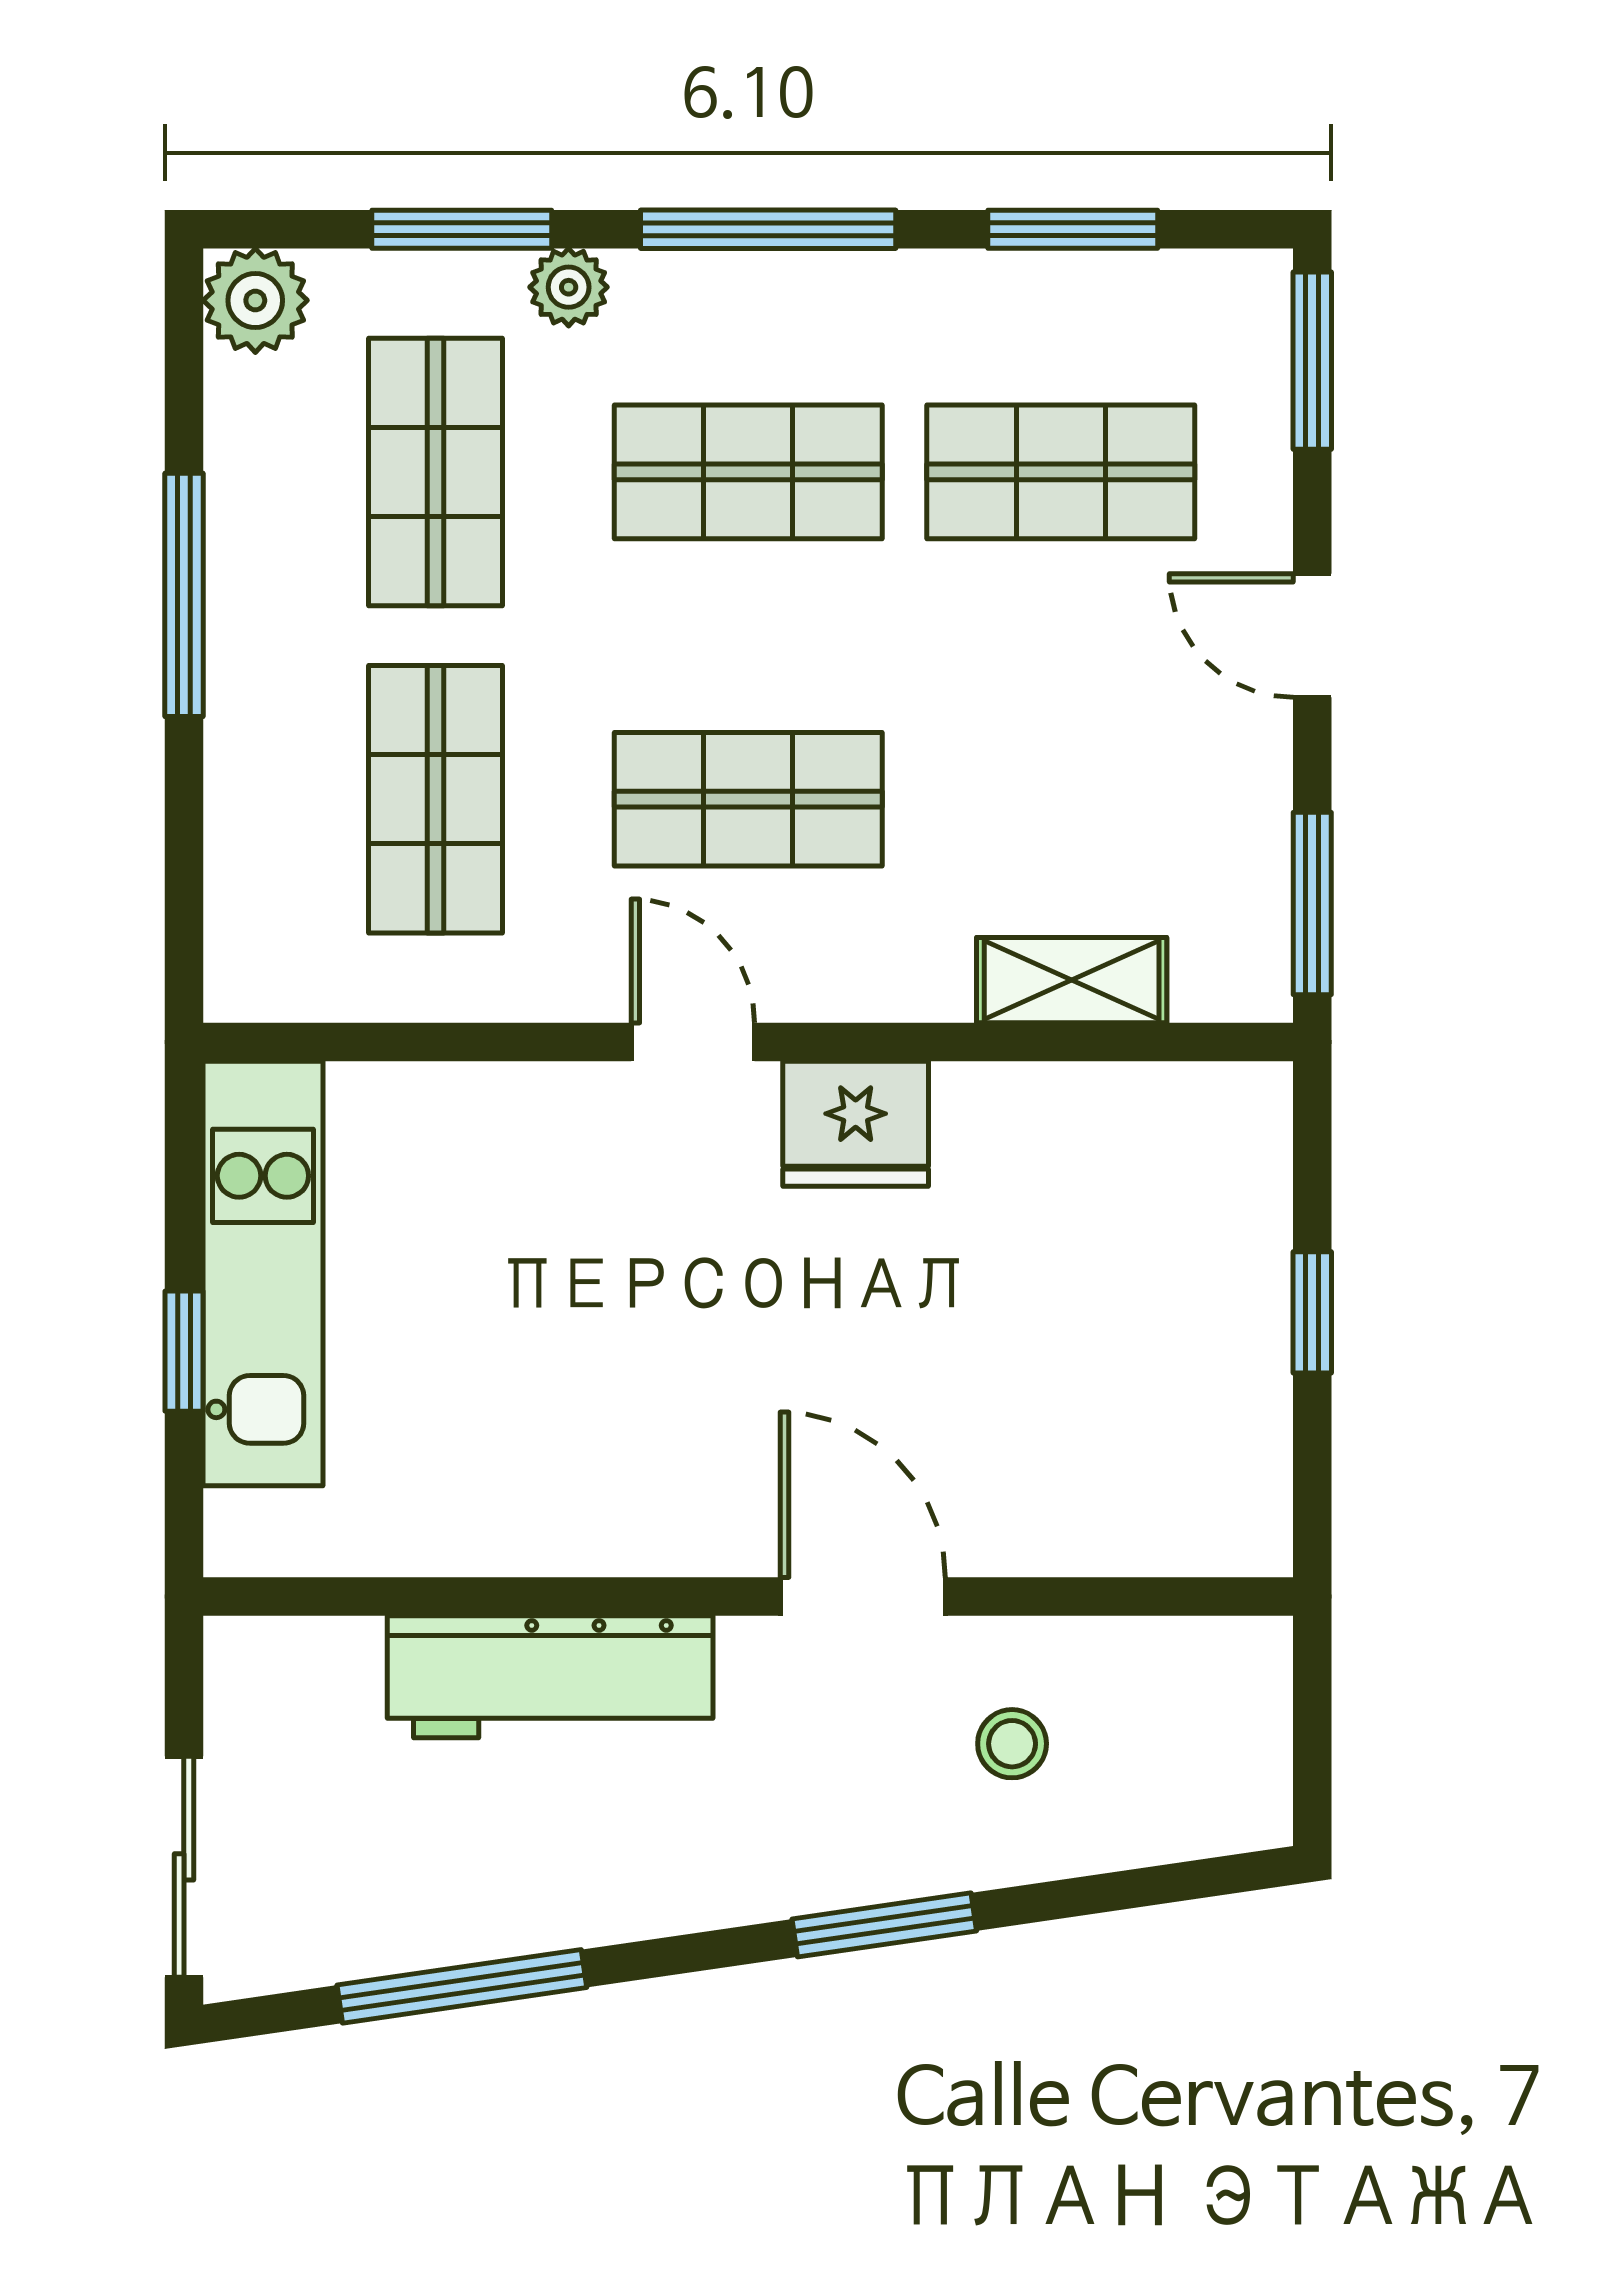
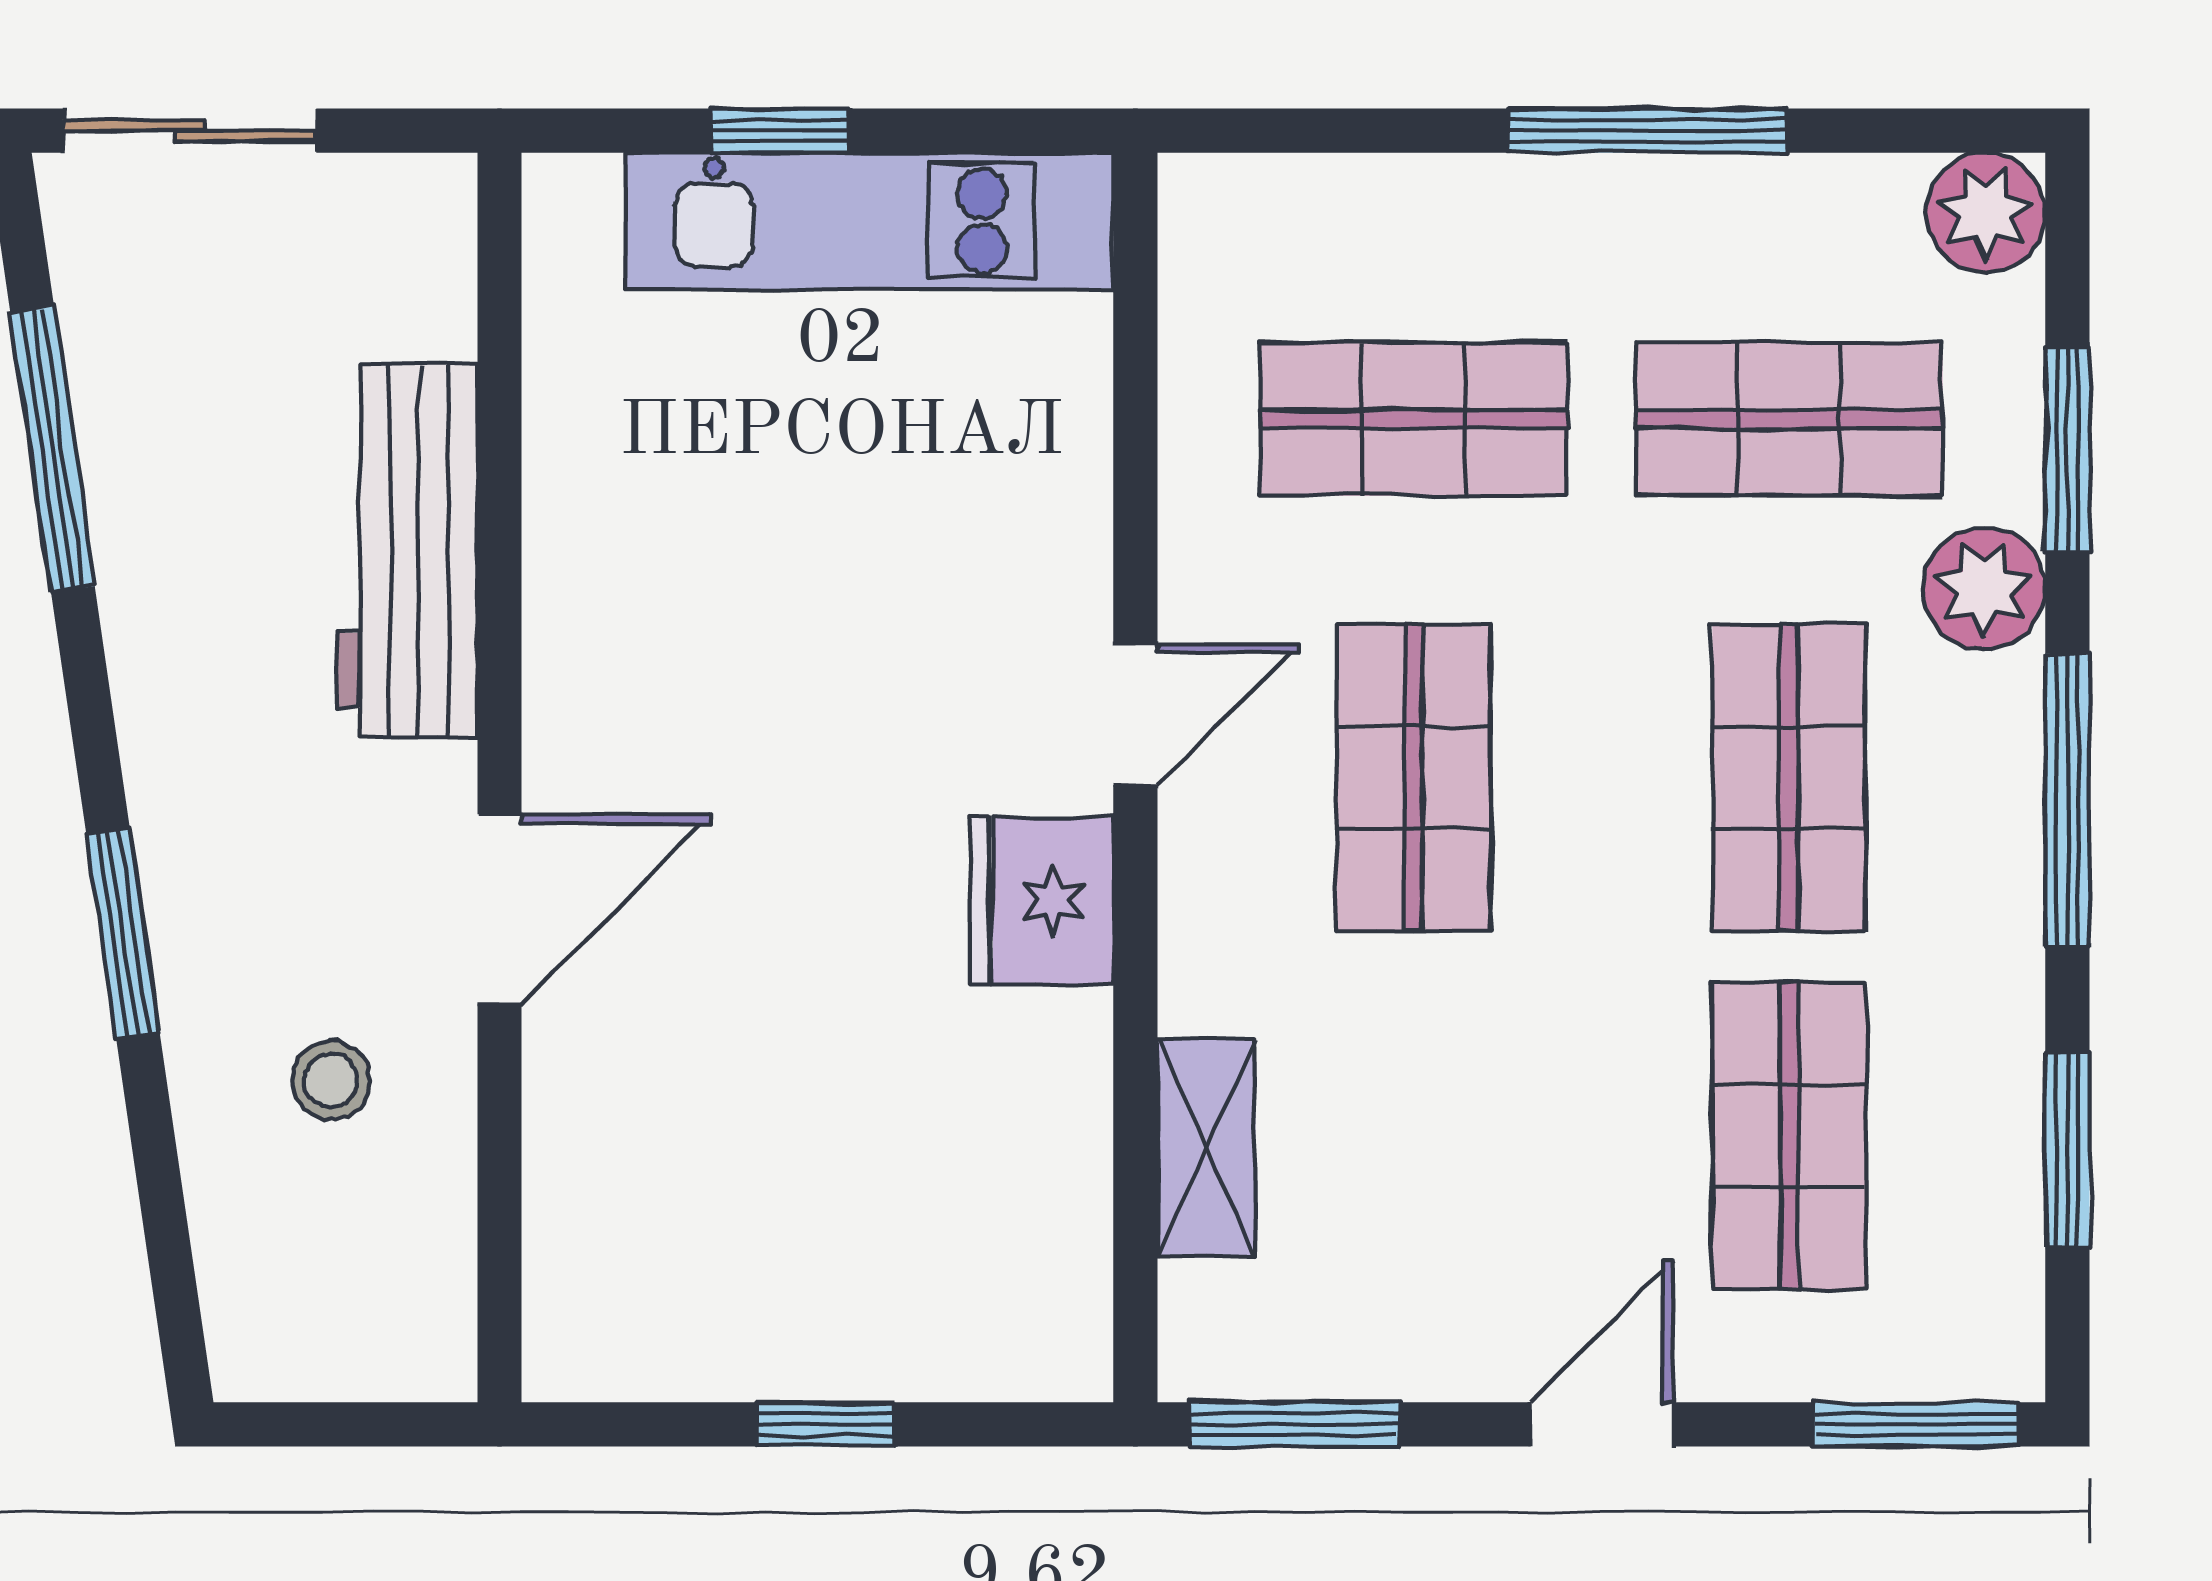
plant: (569, 287) -> (1984, 588), width x1.38, depth x1.38

